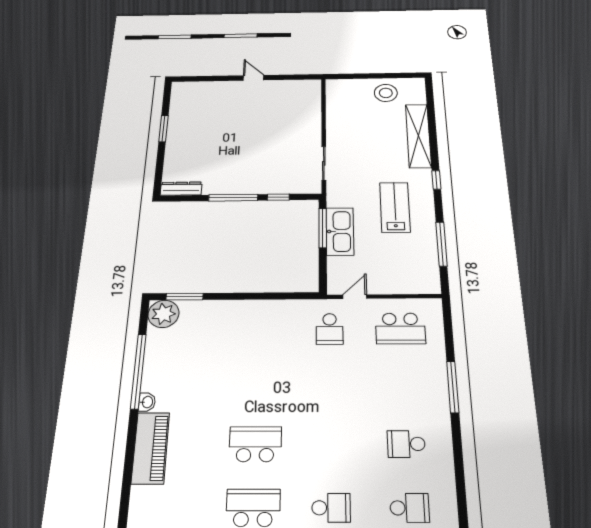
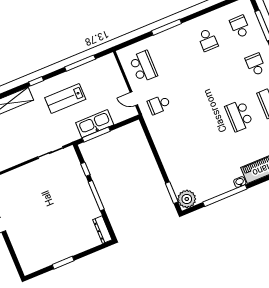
school desk: (330, 329) -> (159, 104), turned 180

